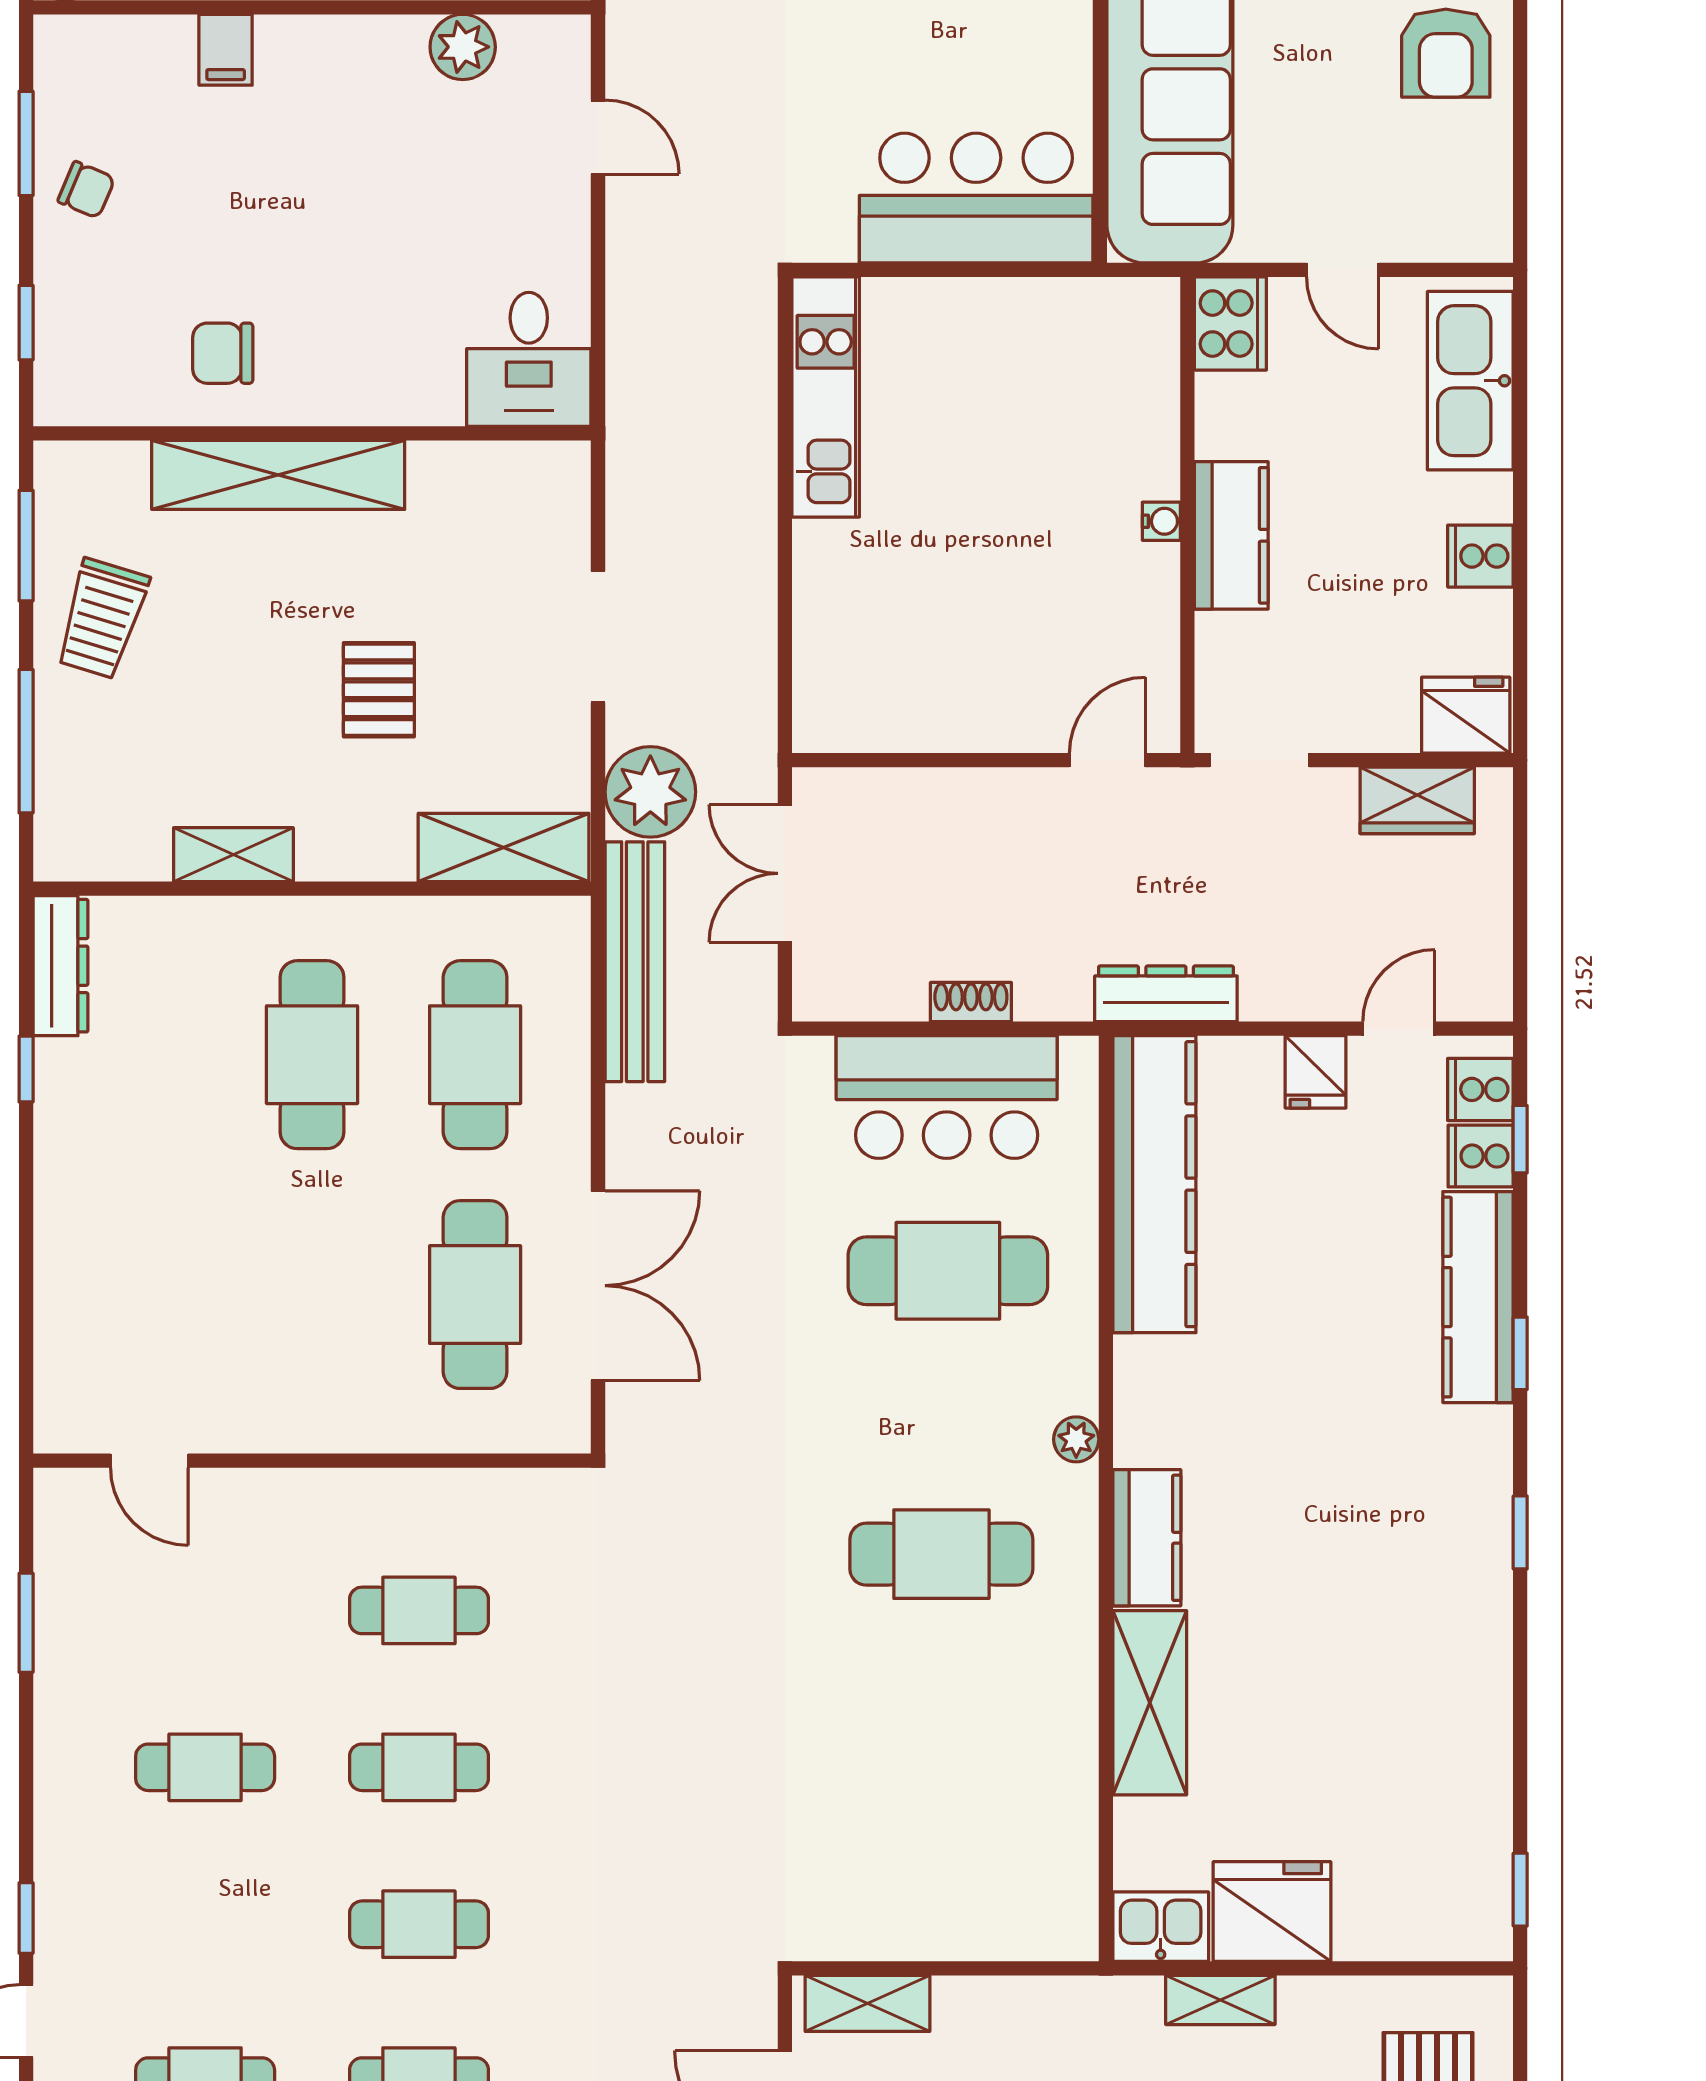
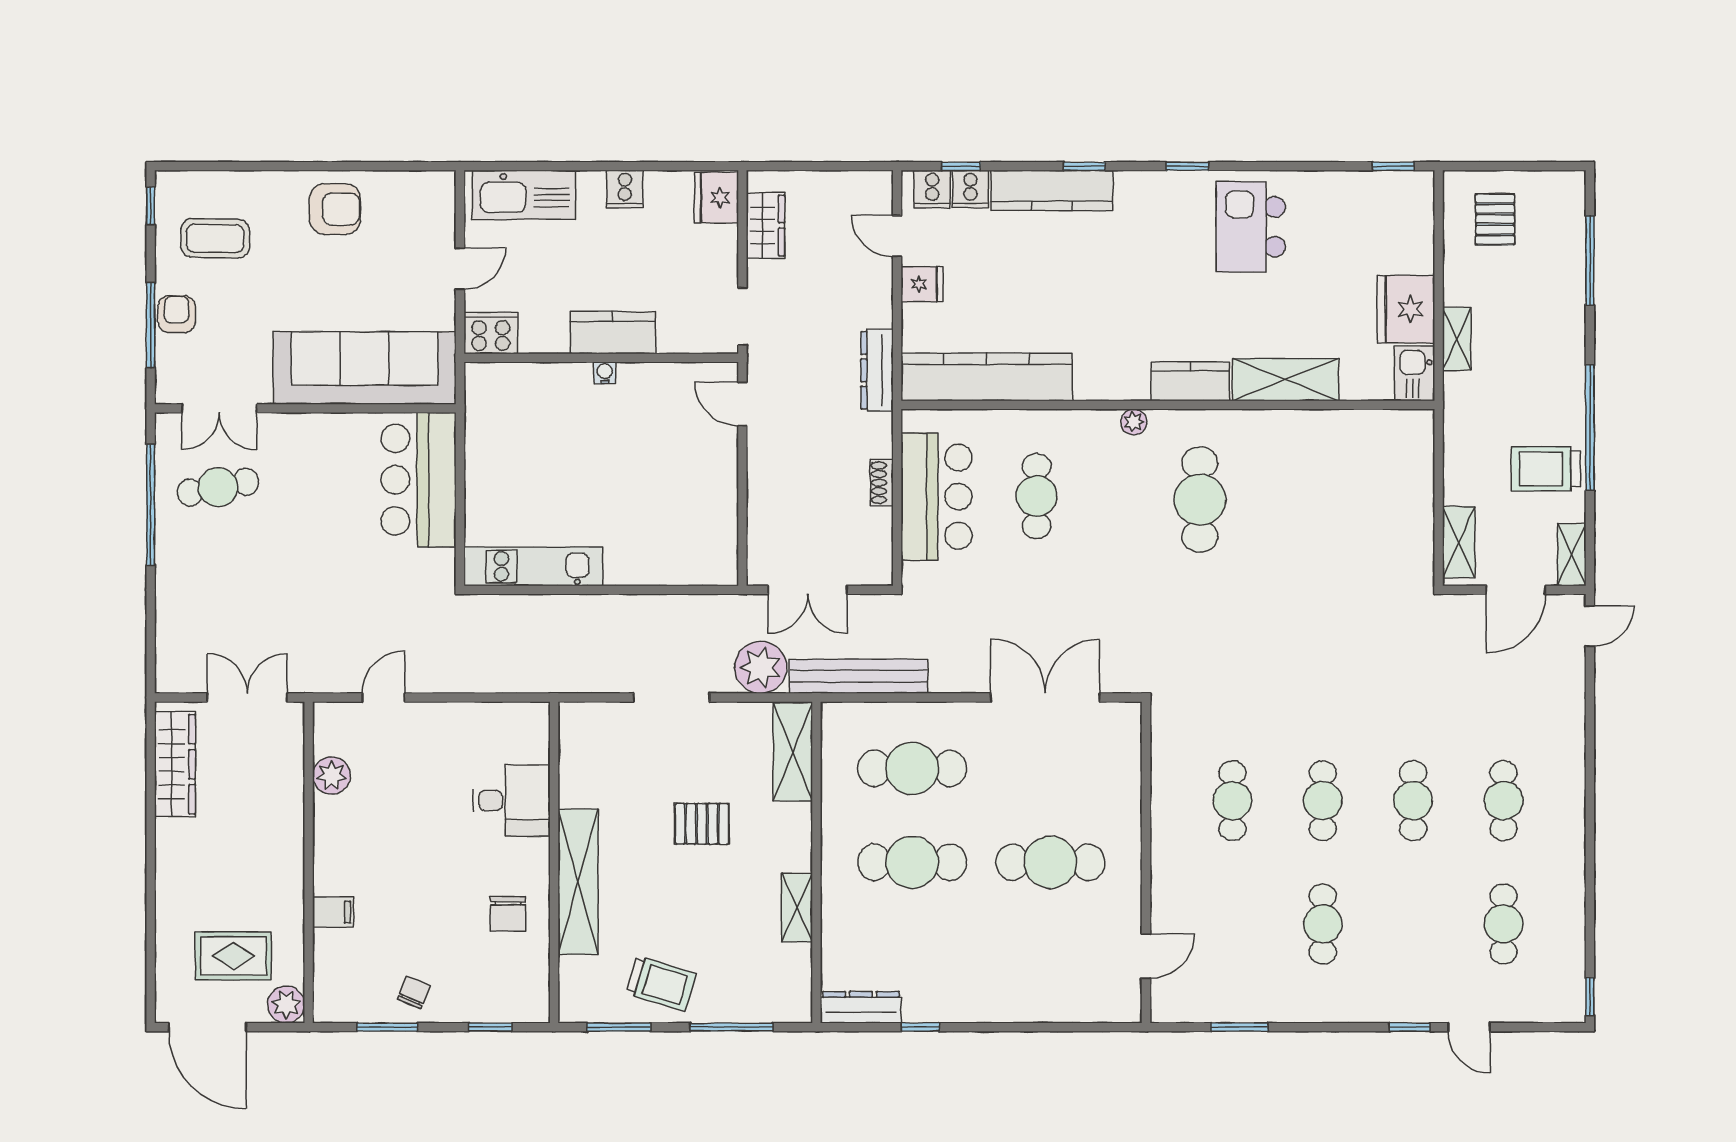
desk: (529, 359) -> (511, 800), moved
cafe table: (948, 1271) -> (1037, 496), width x0.73, depth x0.74
cafe table: (475, 1295) -> (1050, 862), moved
kitchen island: (1415, 1642) -> (1251, 227), added

